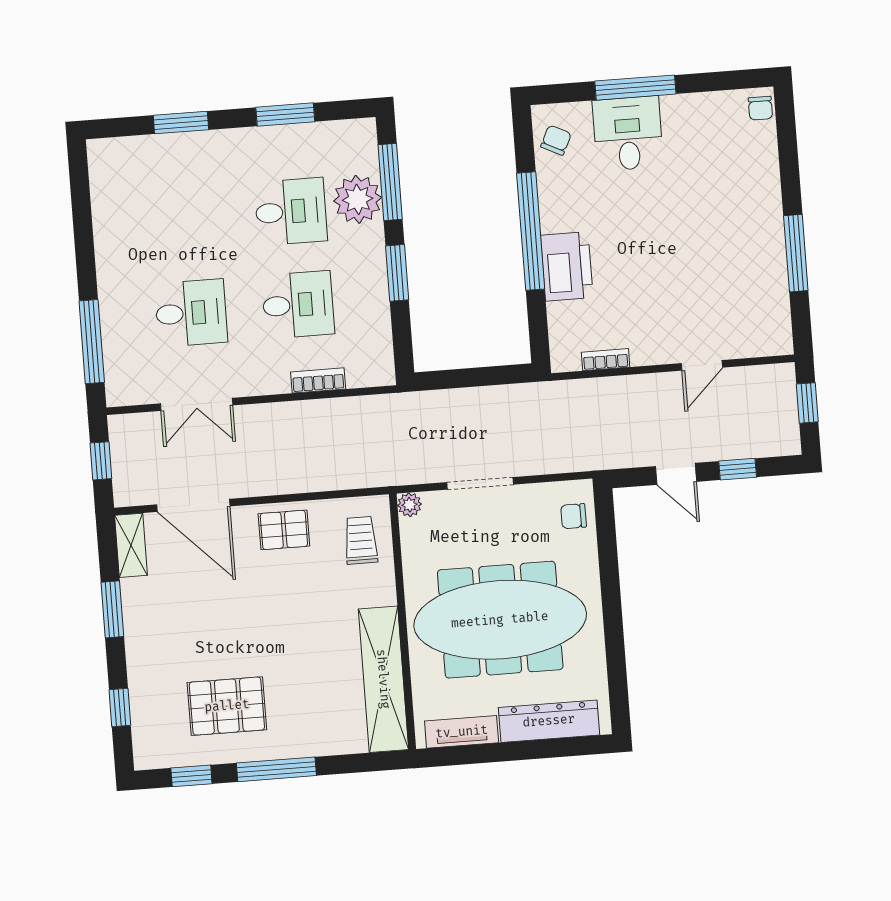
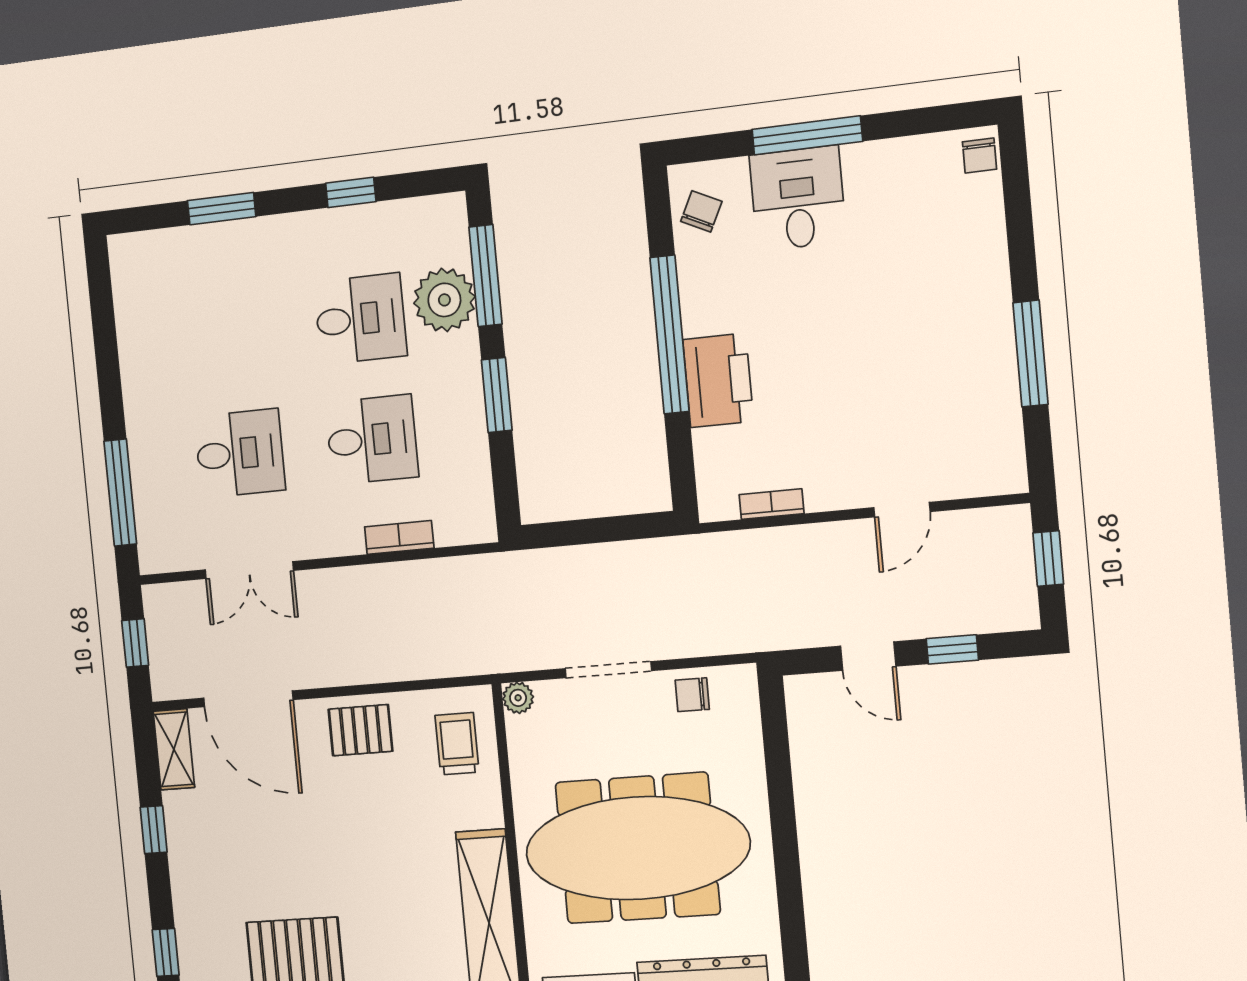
window: (285, 114) -> (351, 192), width x0.67
chair: (574, 516) -> (692, 695), moved
window: (112, 609) -> (154, 830), width x0.67

